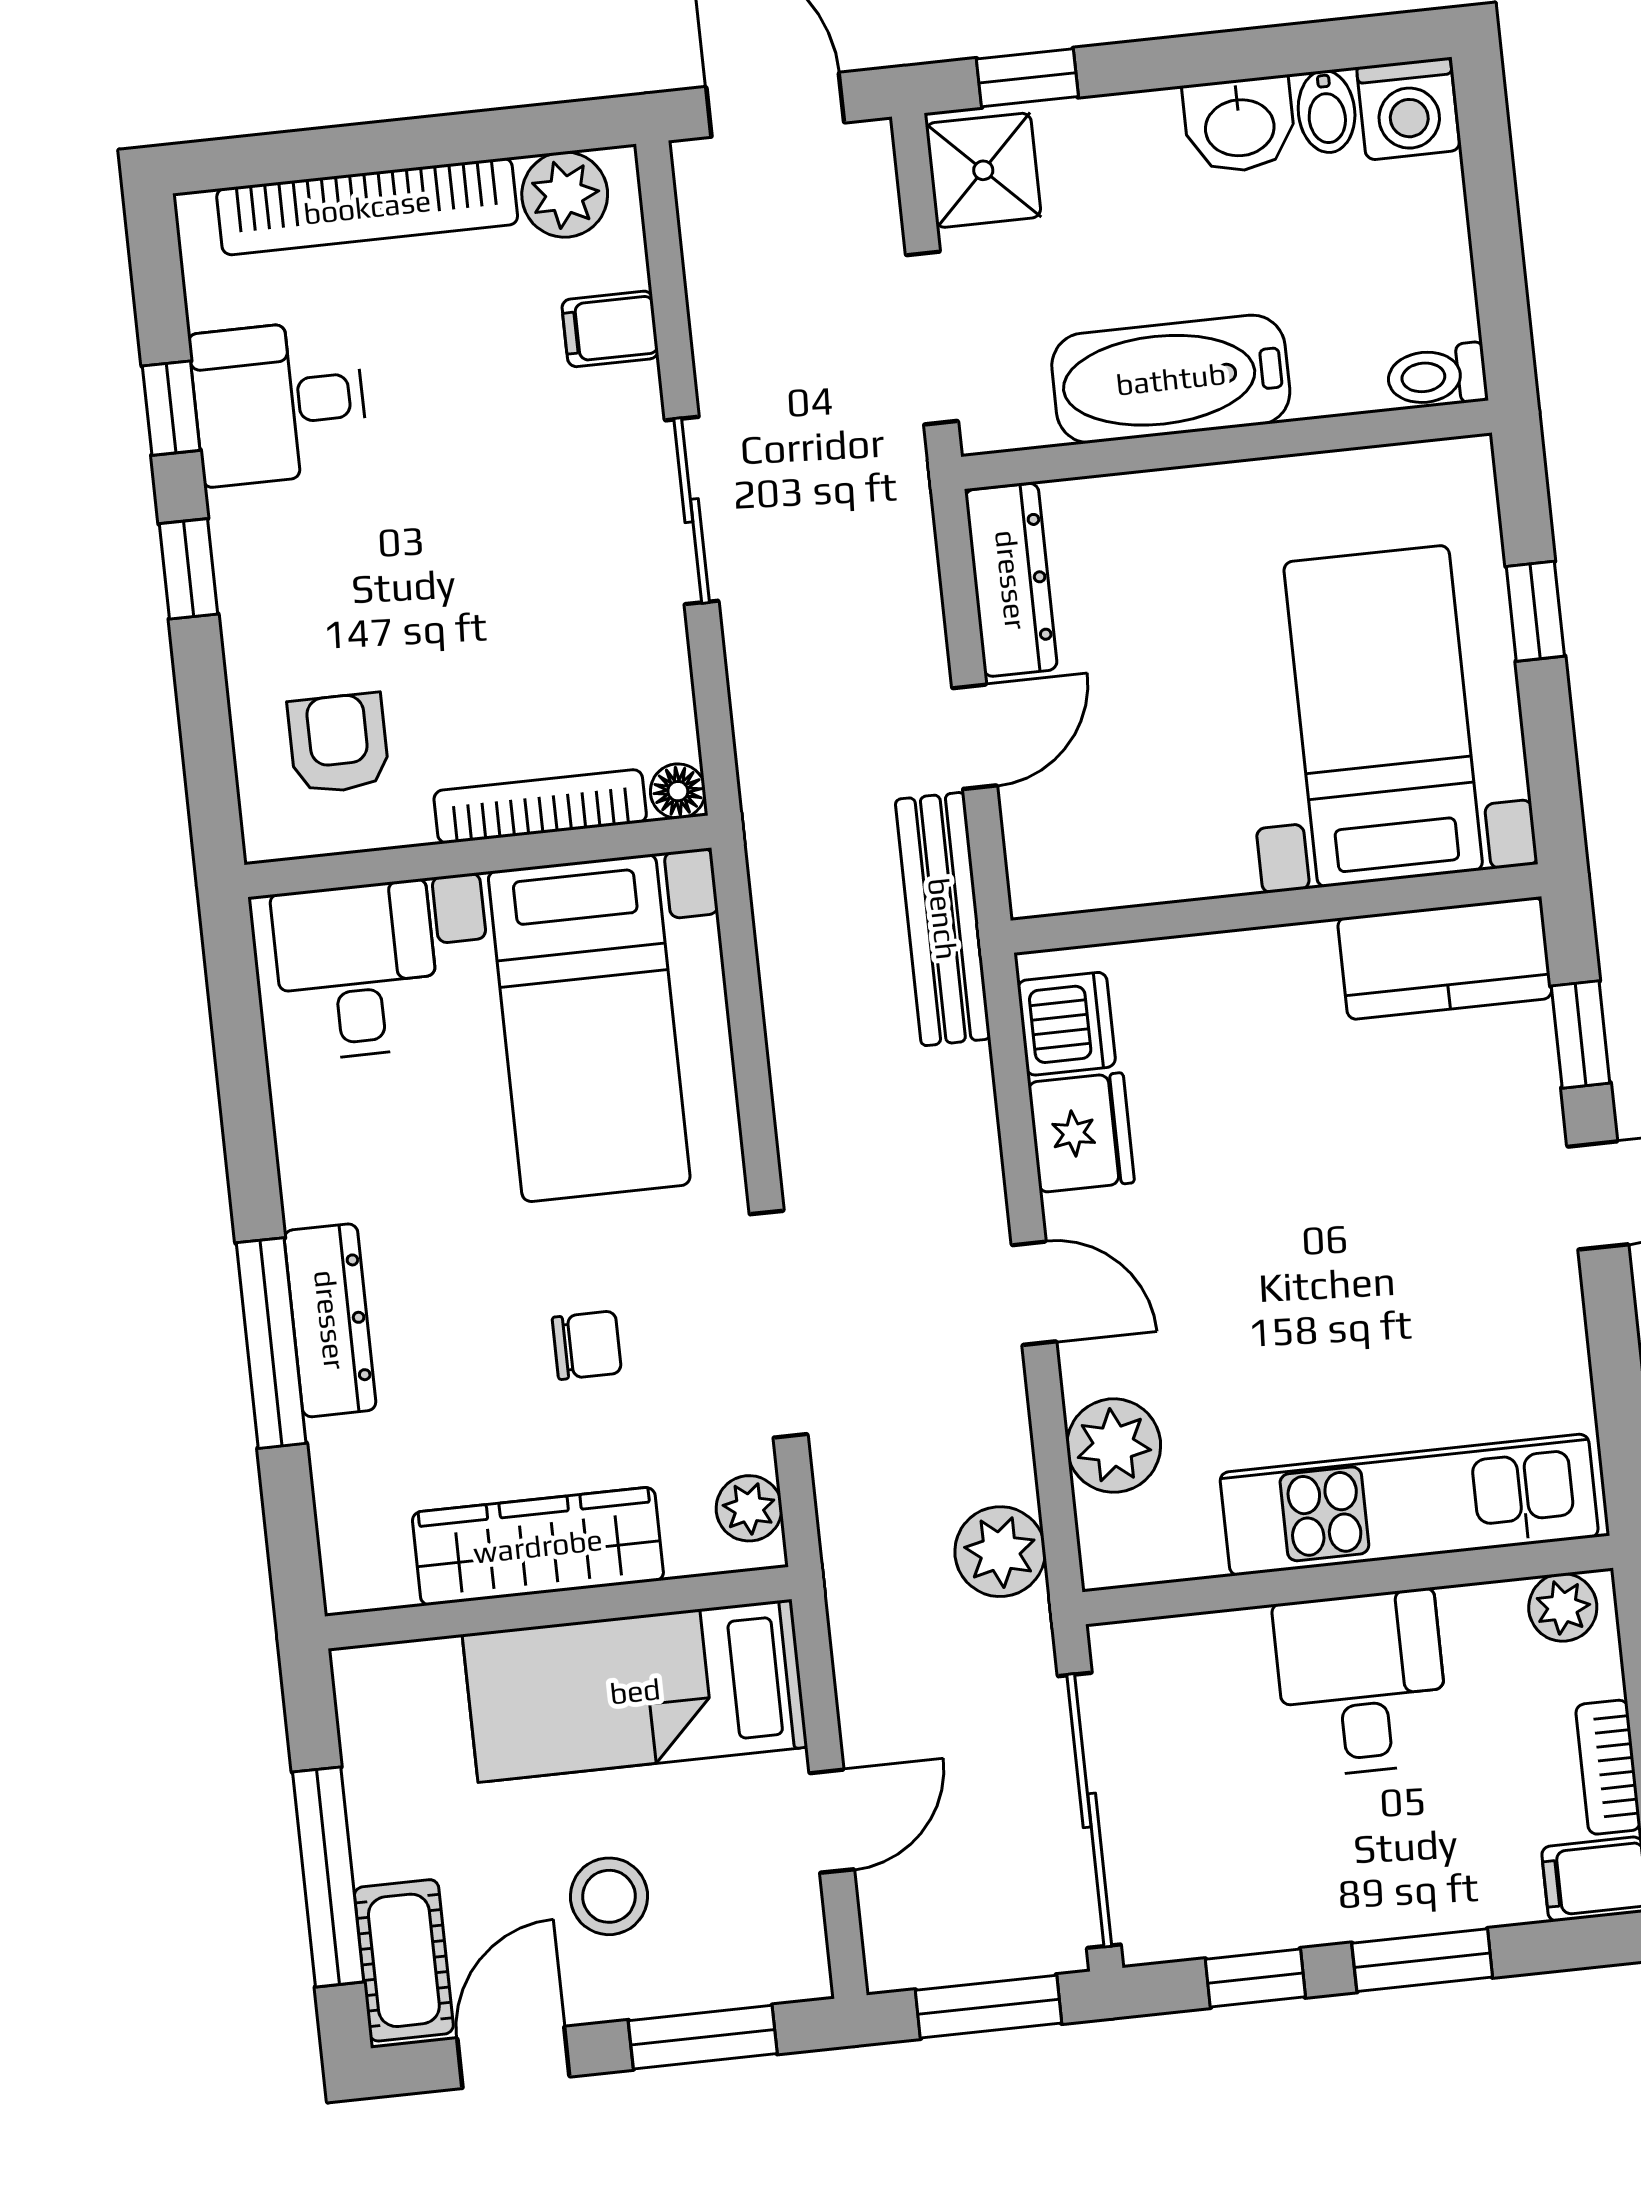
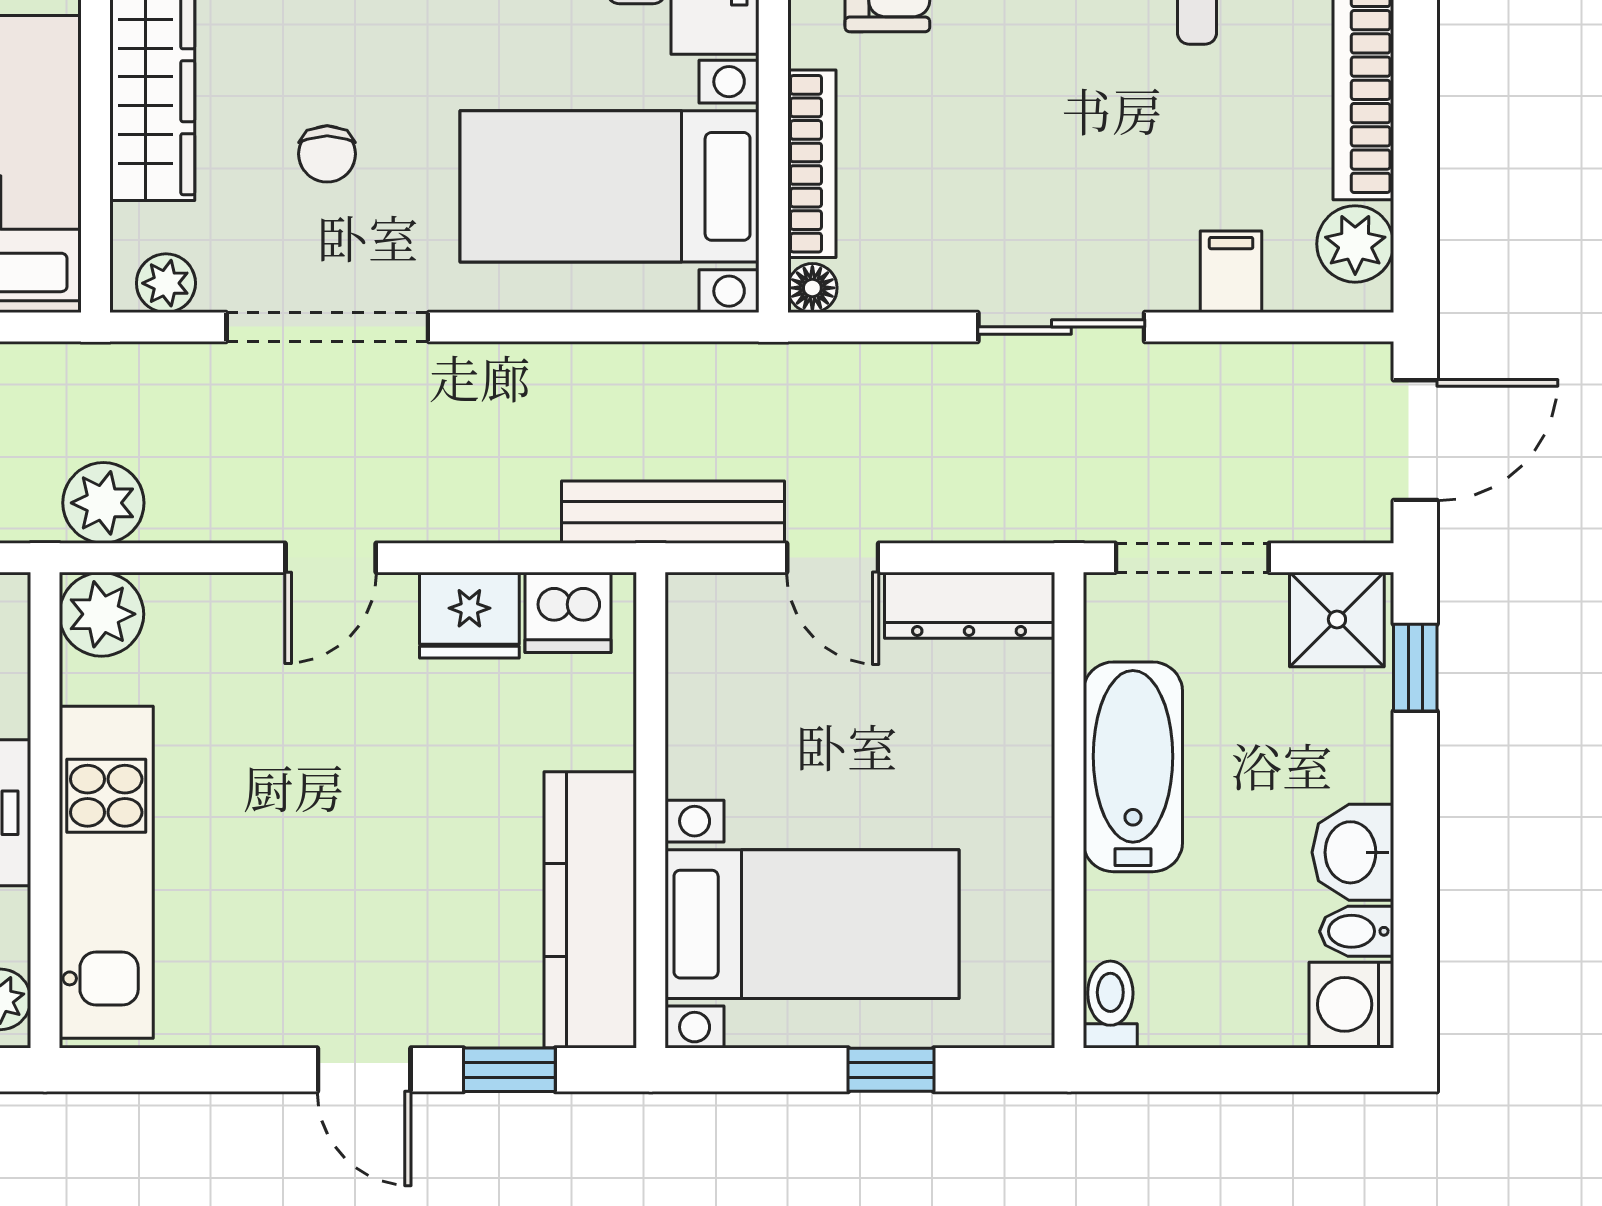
kitchen counter: (1445, 958) -> (590, 910), width x1.50
plant: (1114, 1446) -> (101, 614), moved

